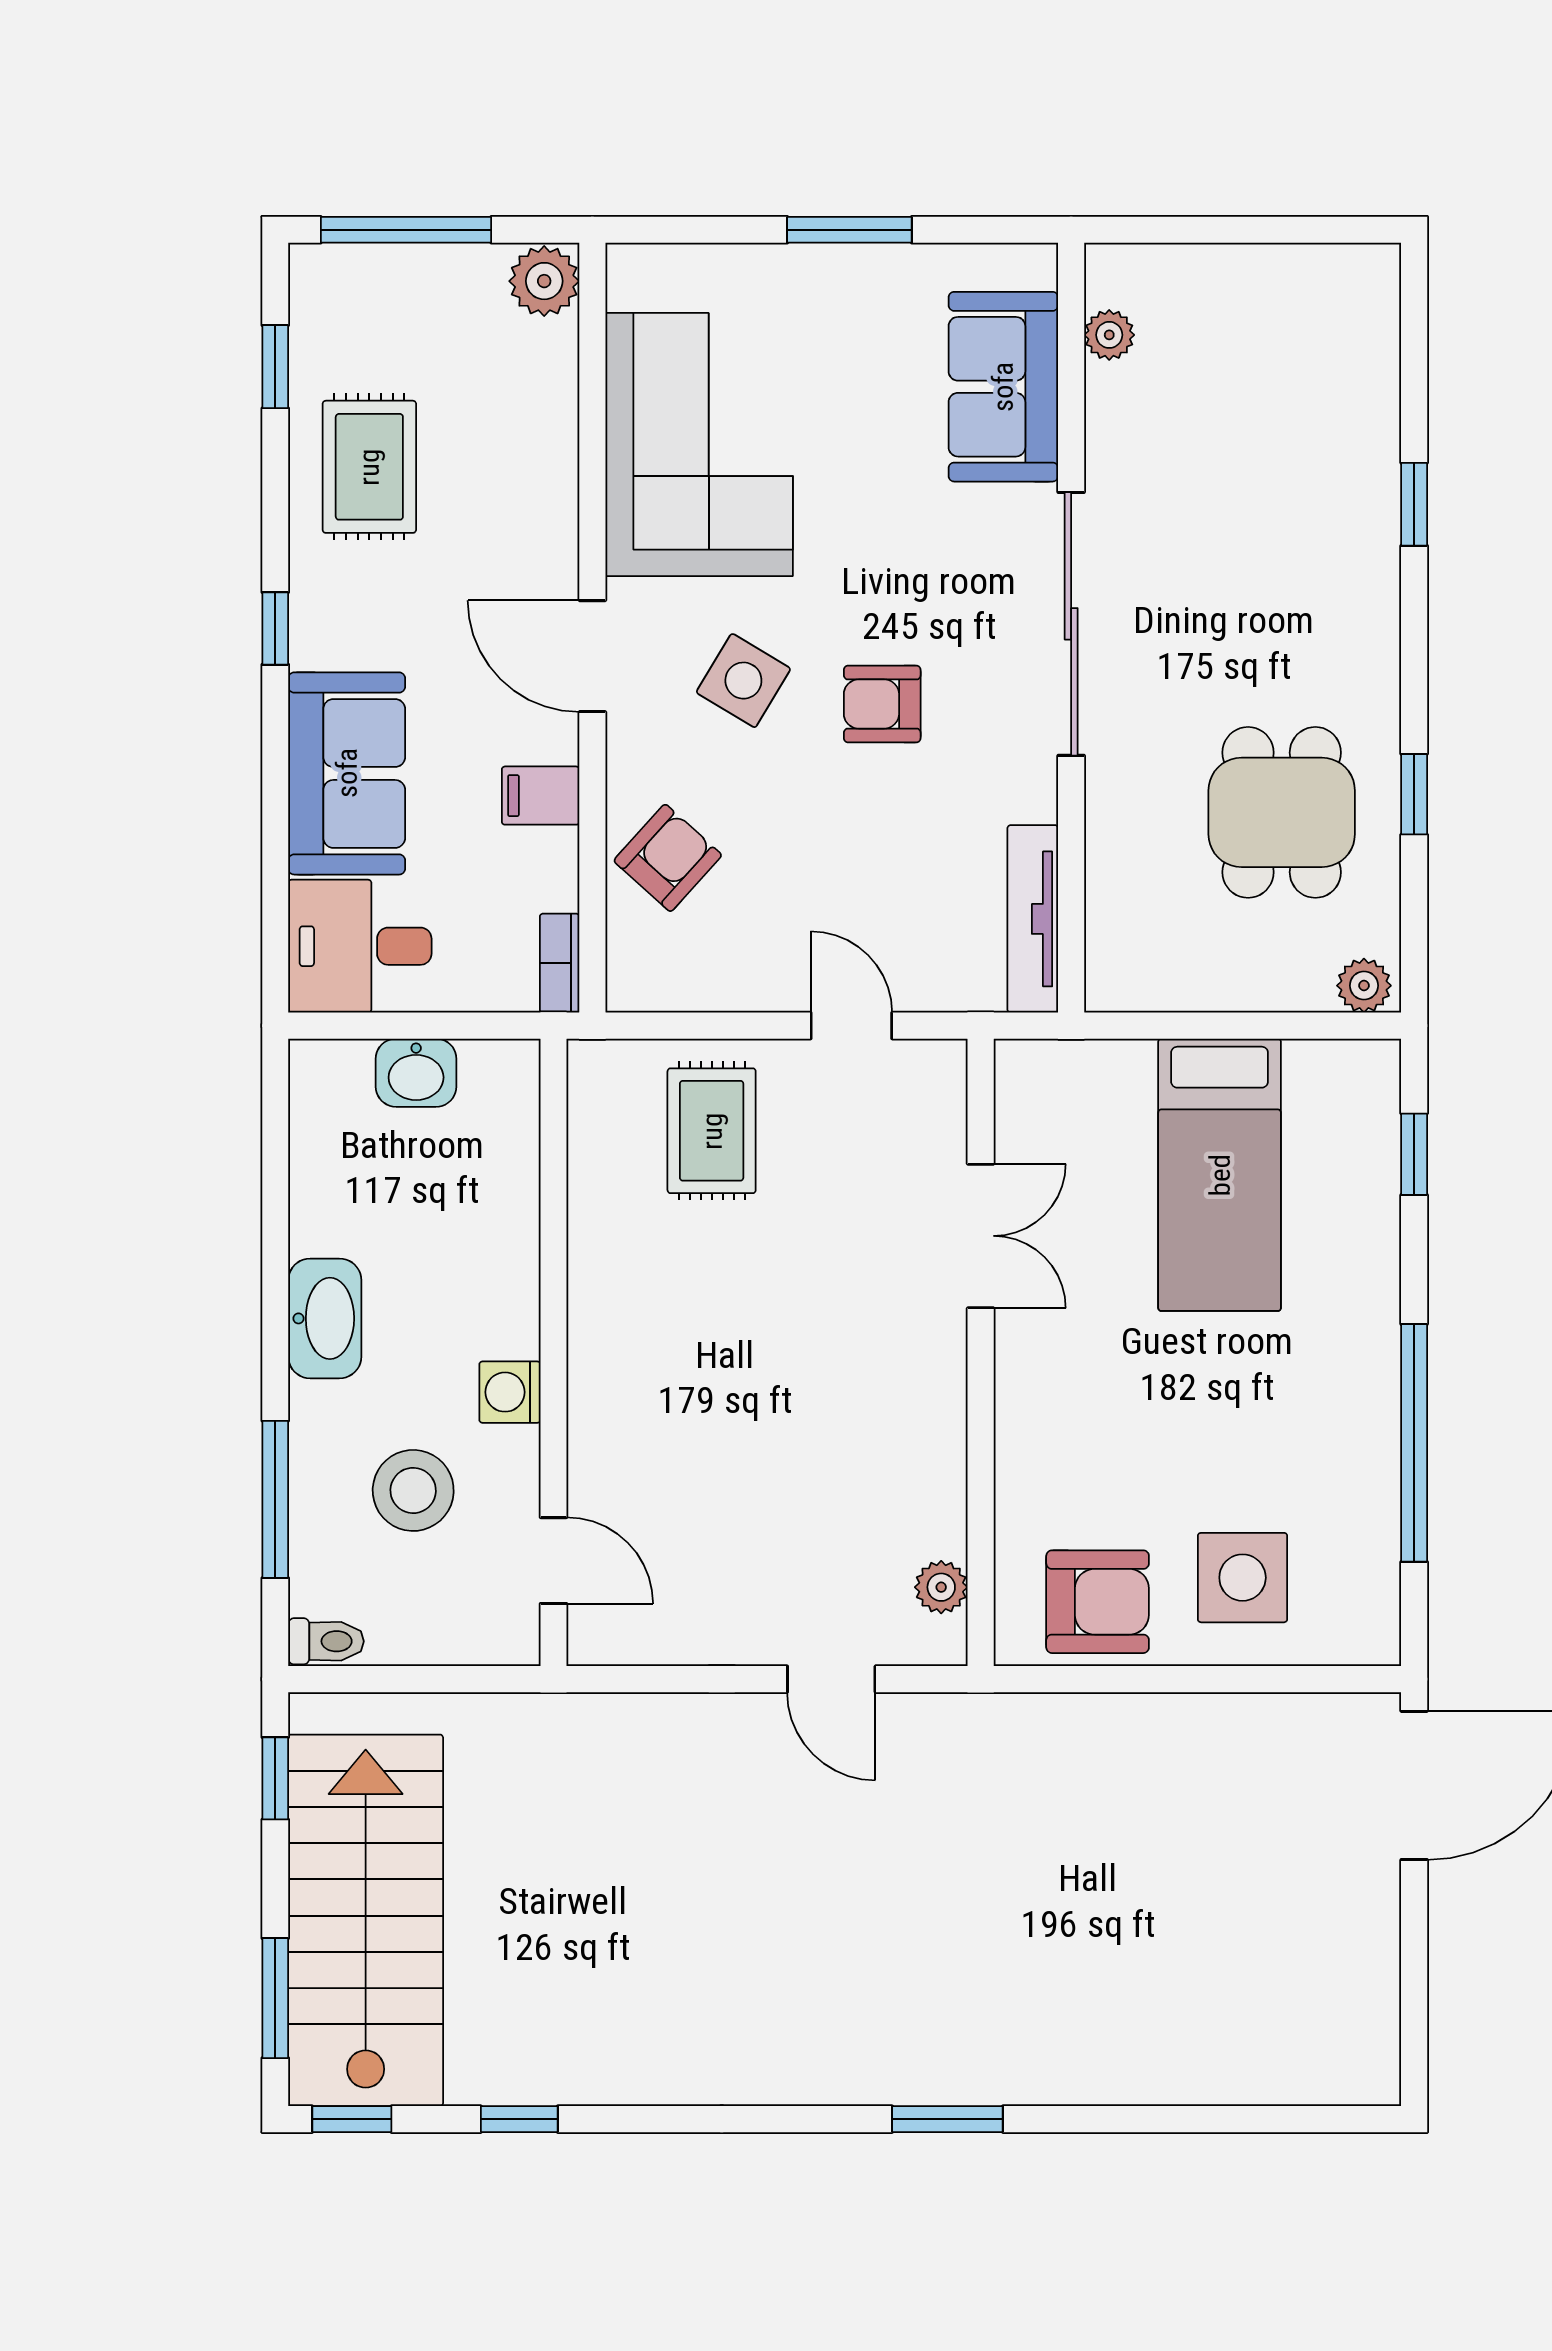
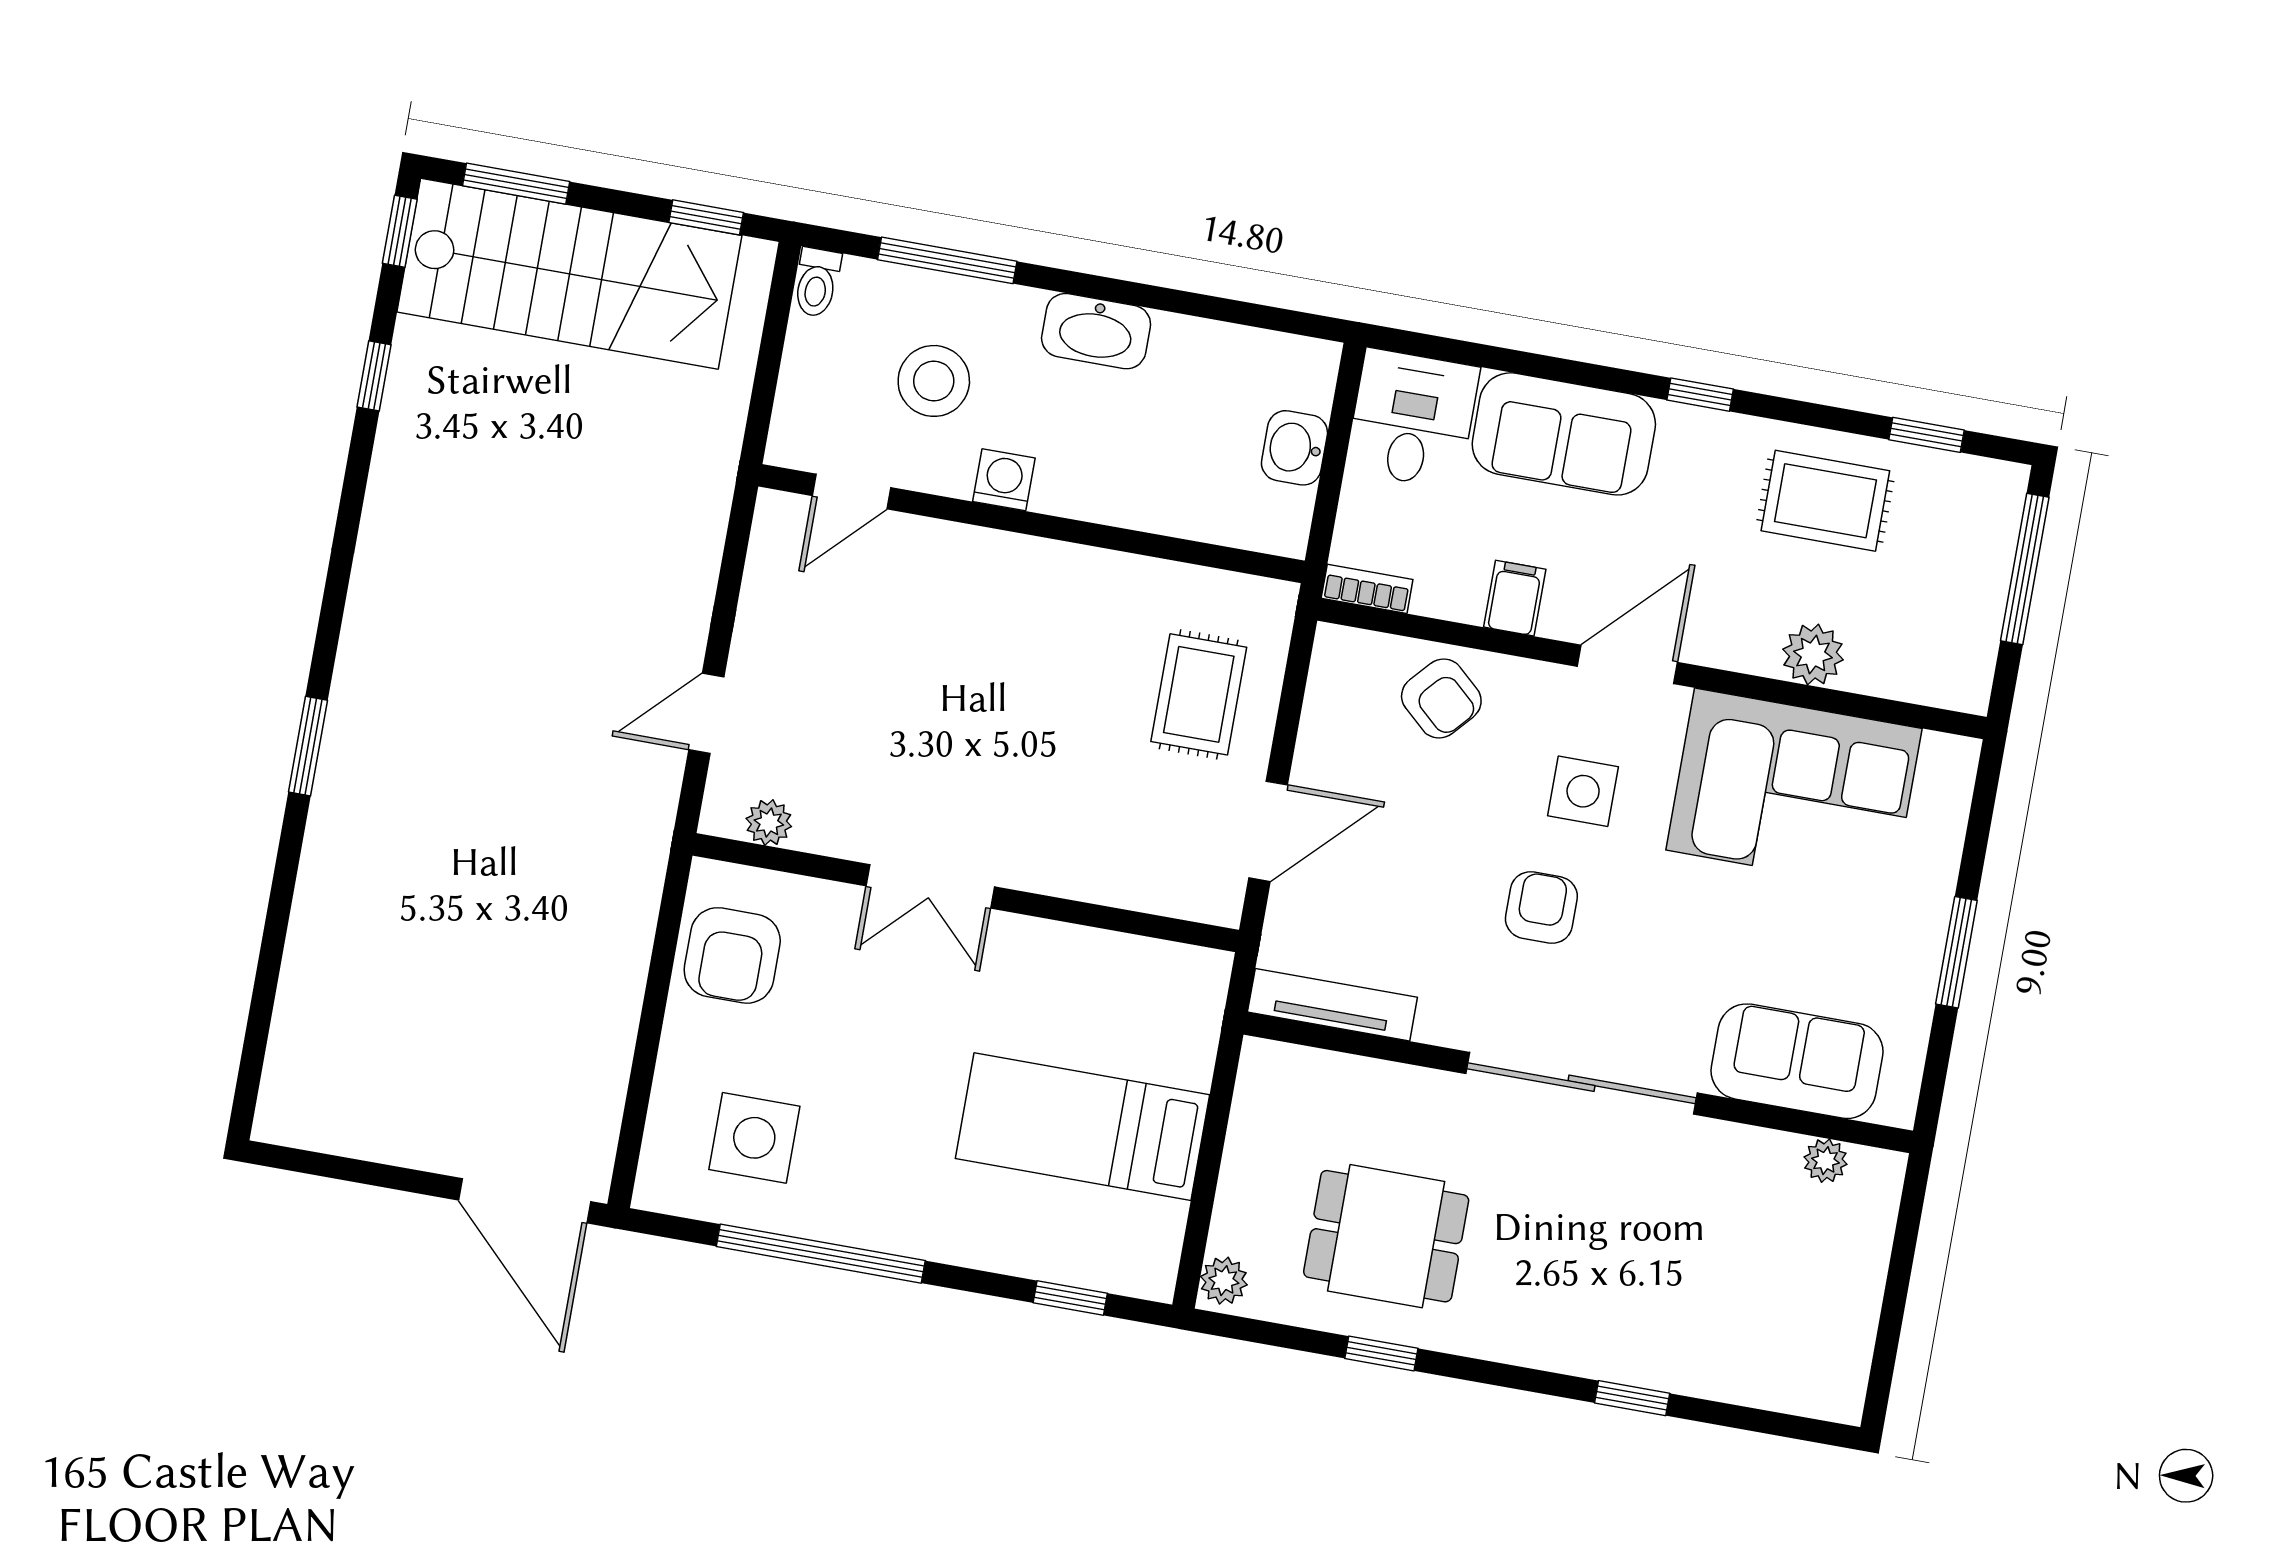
plant: (544, 281) -> (1813, 654), moved
side table: (743, 681) -> (1583, 791), turned -31
door: (851, 1026) -> (1268, 831), width x1.38
rug: (712, 1131) -> (1199, 694), turned 90
double door: (981, 1236) -> (930, 886), moved
side table: (1243, 1578) -> (754, 1138), moved

